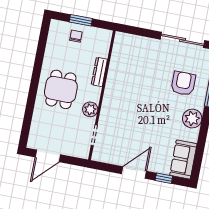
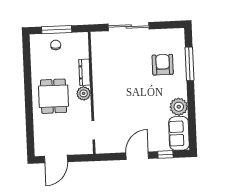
window: (81, 20) -> (57, 30), width x1.44
sliding door: (183, 40) -> (129, 27), moved
plant: (90, 109) -> (84, 93), moved
plant: (192, 119) -> (179, 107), moved

